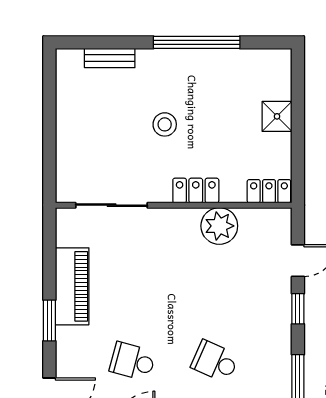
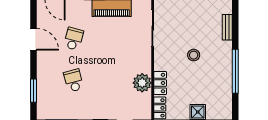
locker: (196, 191) -> (160, 83), moved
school desk: (215, 361) -> (74, 81), turned -39

